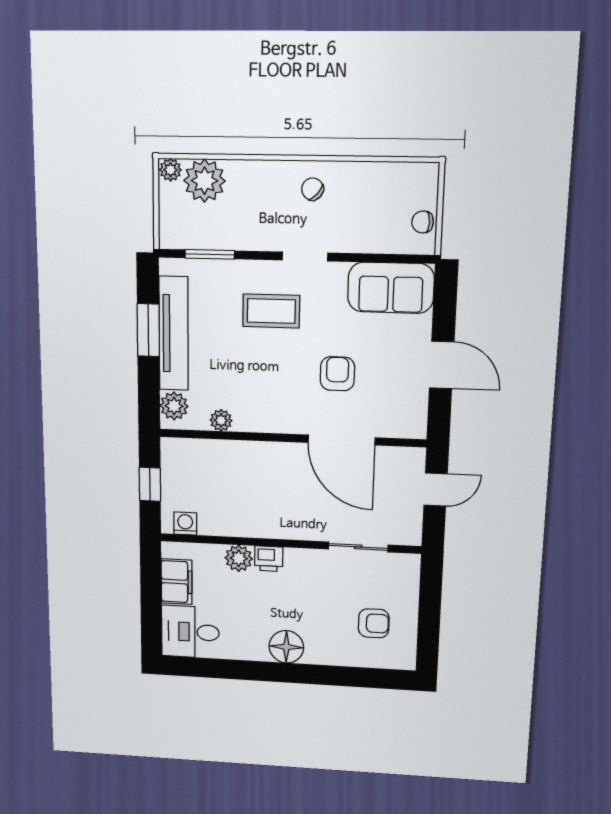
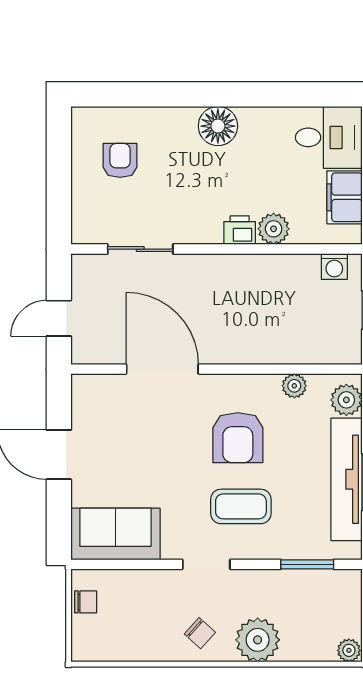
plant: (204, 181) -> (258, 640), moved
armchair: (337, 374) -> (238, 438), moved, width x1.38, depth x1.38
armchair: (374, 623) -> (120, 160), turned 90

